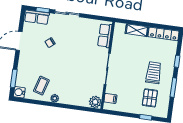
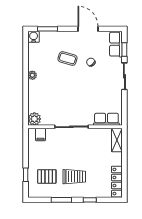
shelving: (137, 30) -> (117, 140), moved
coffee table: (41, 86) -> (68, 59), moved

